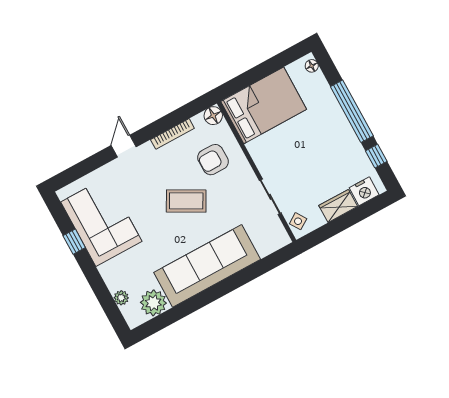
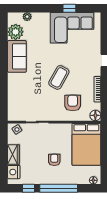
armchair: (313, 141) -> (54, 160), added
sofa: (207, 266) -> (17, 56), width x0.54, depth x0.79

